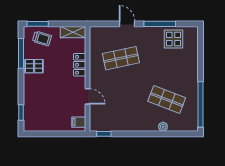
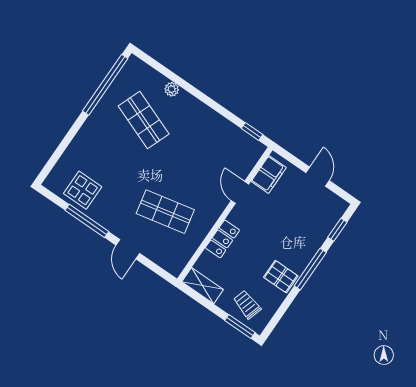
window: (21, 53) -> (310, 269), moved
filing cabinet: (79, 122) -> (269, 174), width x2.00
door: (51, 134) -> (318, 177), added

